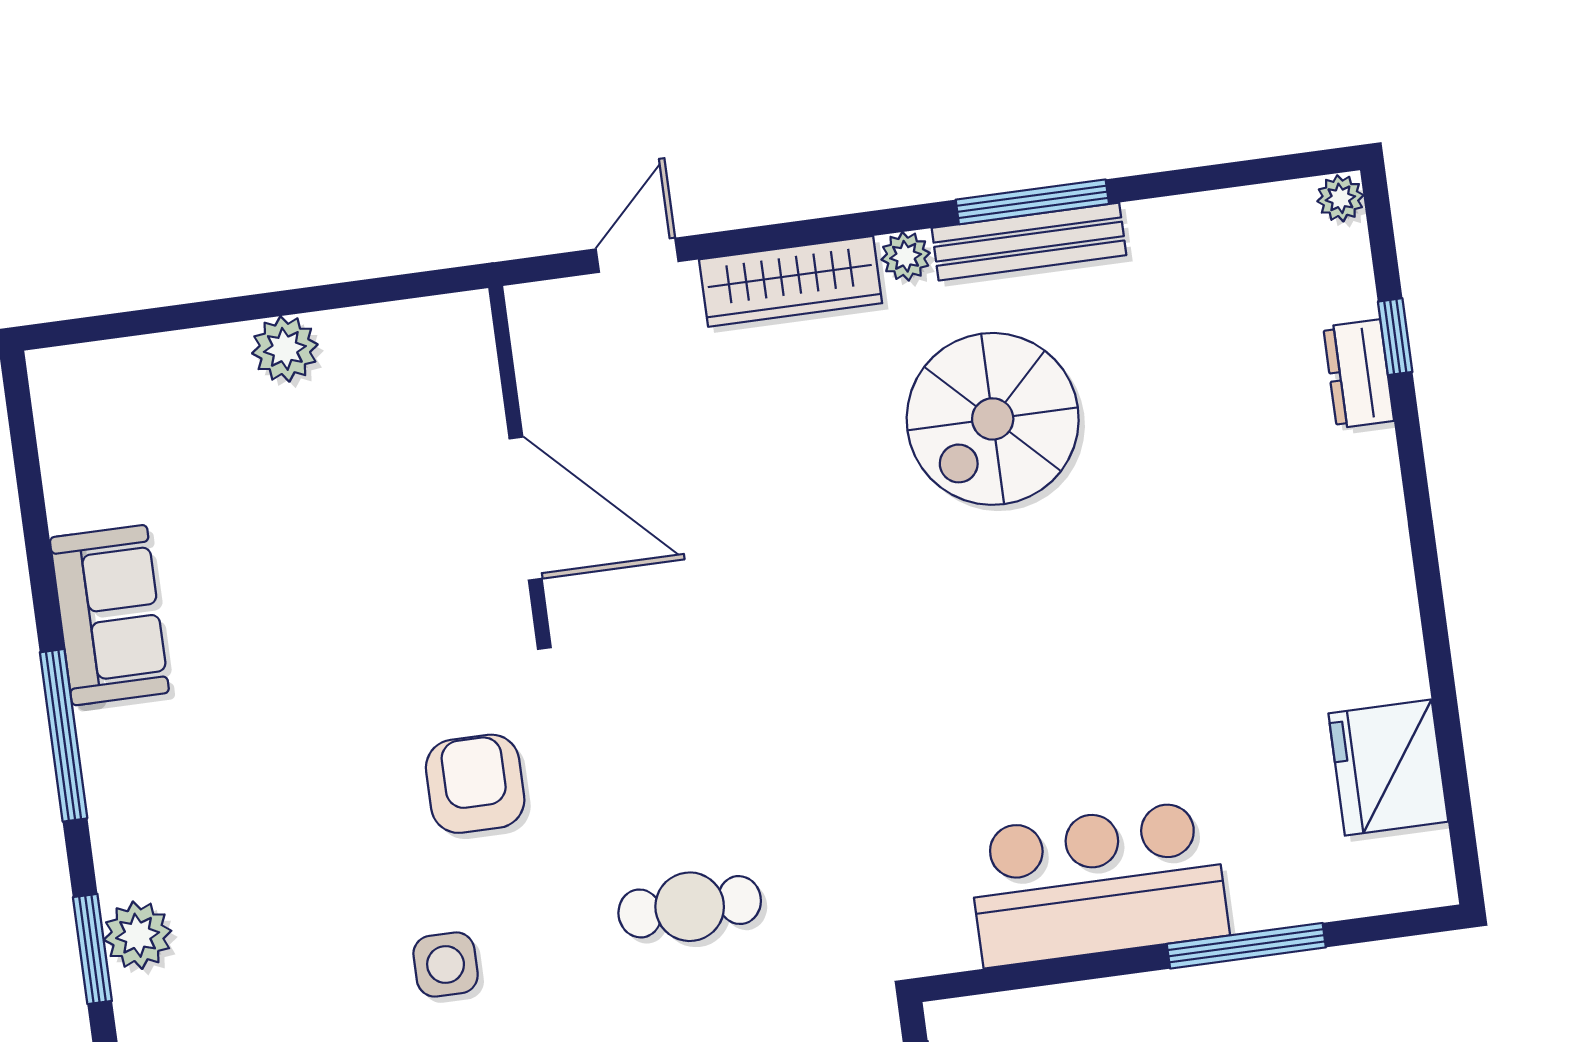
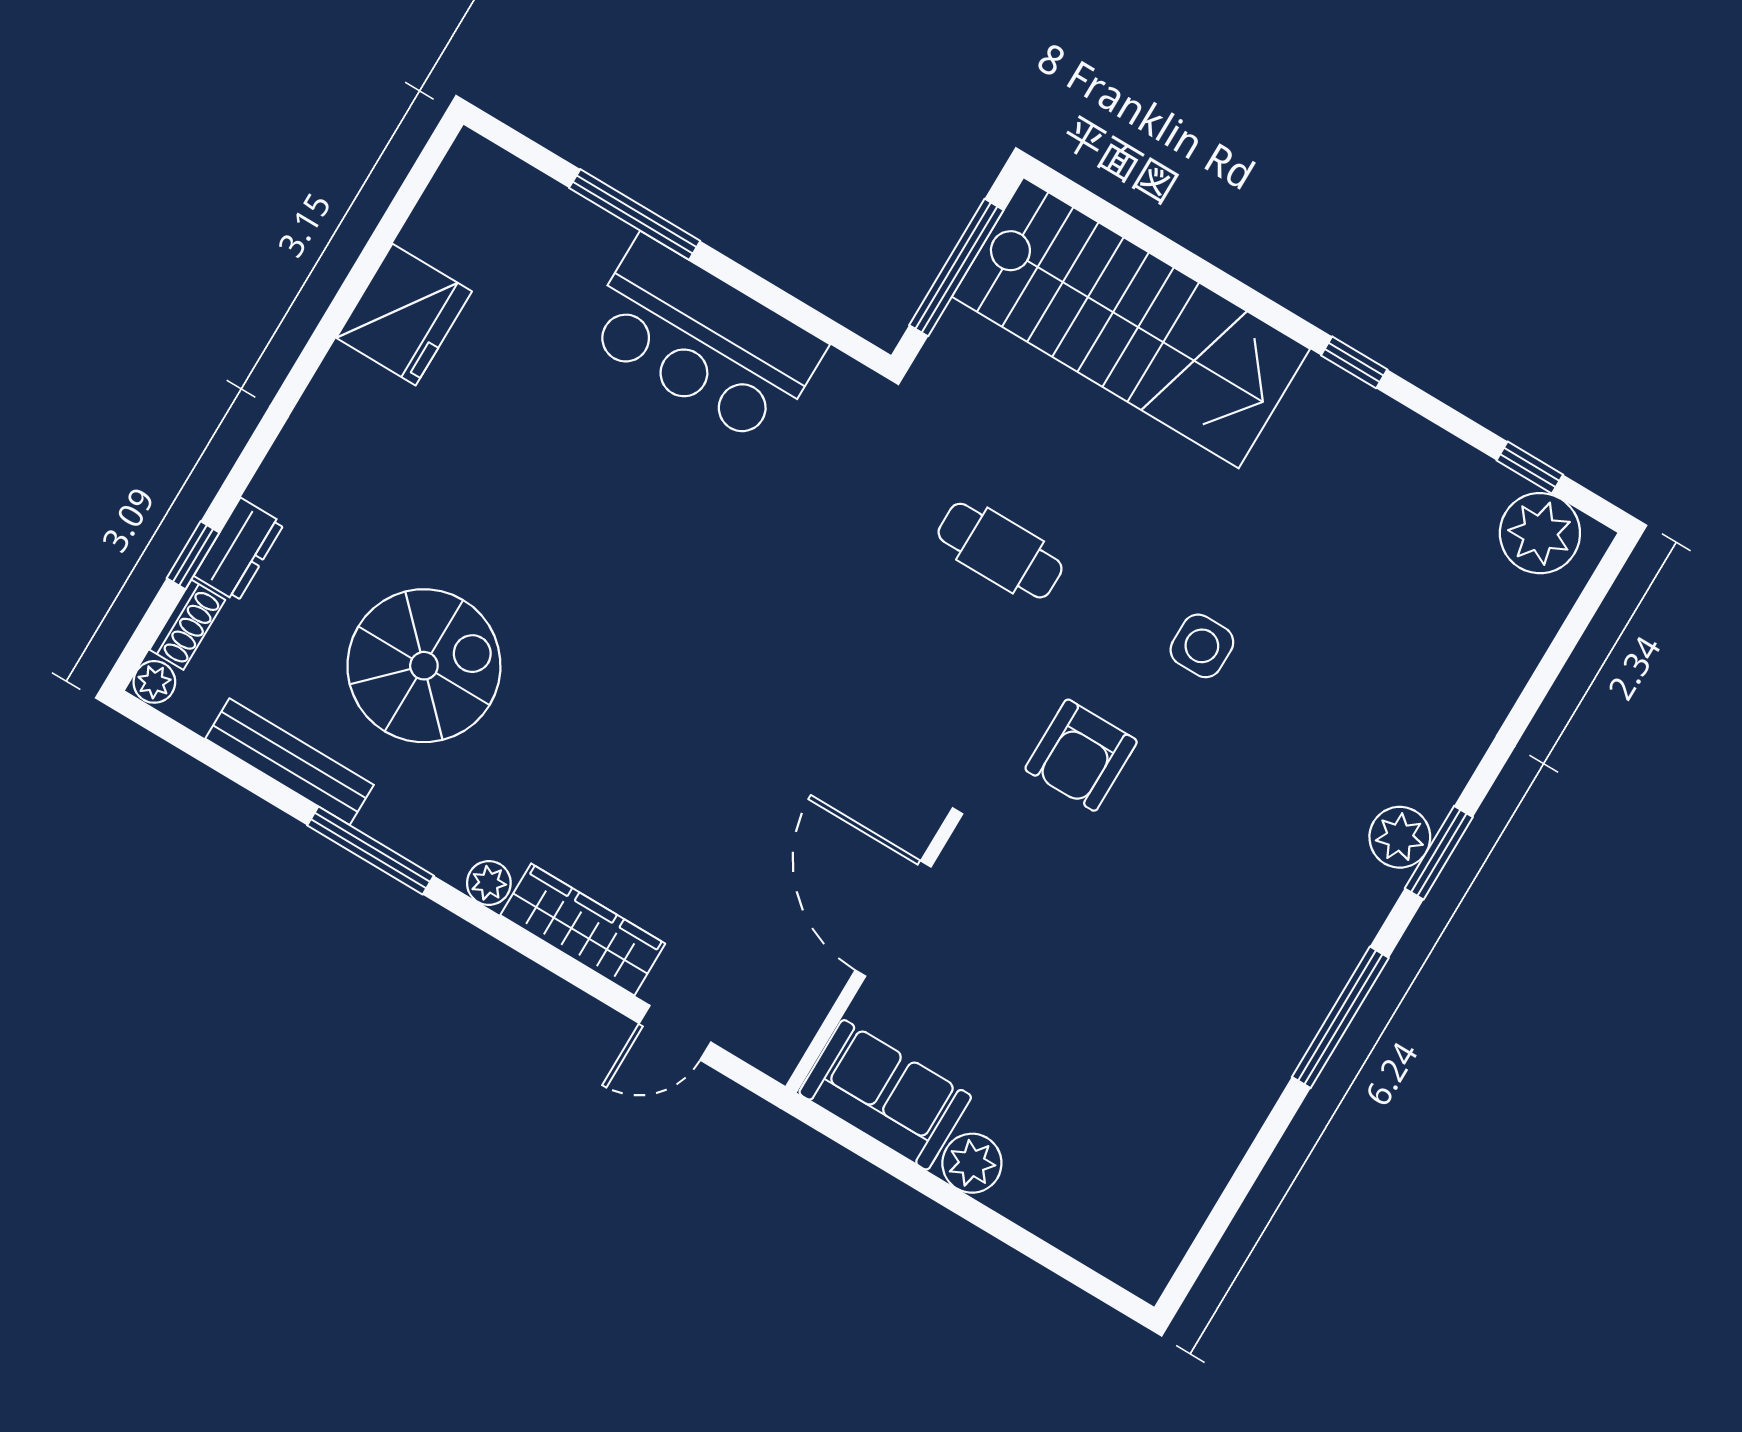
bench: (1029, 242) -> (290, 762), moved
shoe rack: (1351, 272) -> (187, 625), added
spiral stairs: (993, 419) -> (424, 666), moved
sofa: (109, 615) -> (885, 1095), moved, turned 90
fridge: (1388, 768) -> (404, 315), moved

